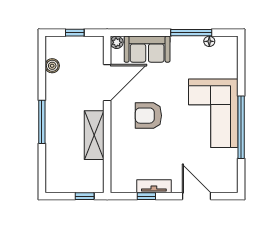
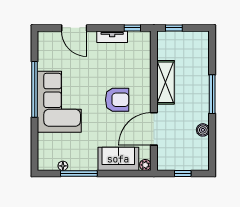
boiler: (52, 66) -> (203, 130), moved
window: (146, 196) -> (132, 28), moved

